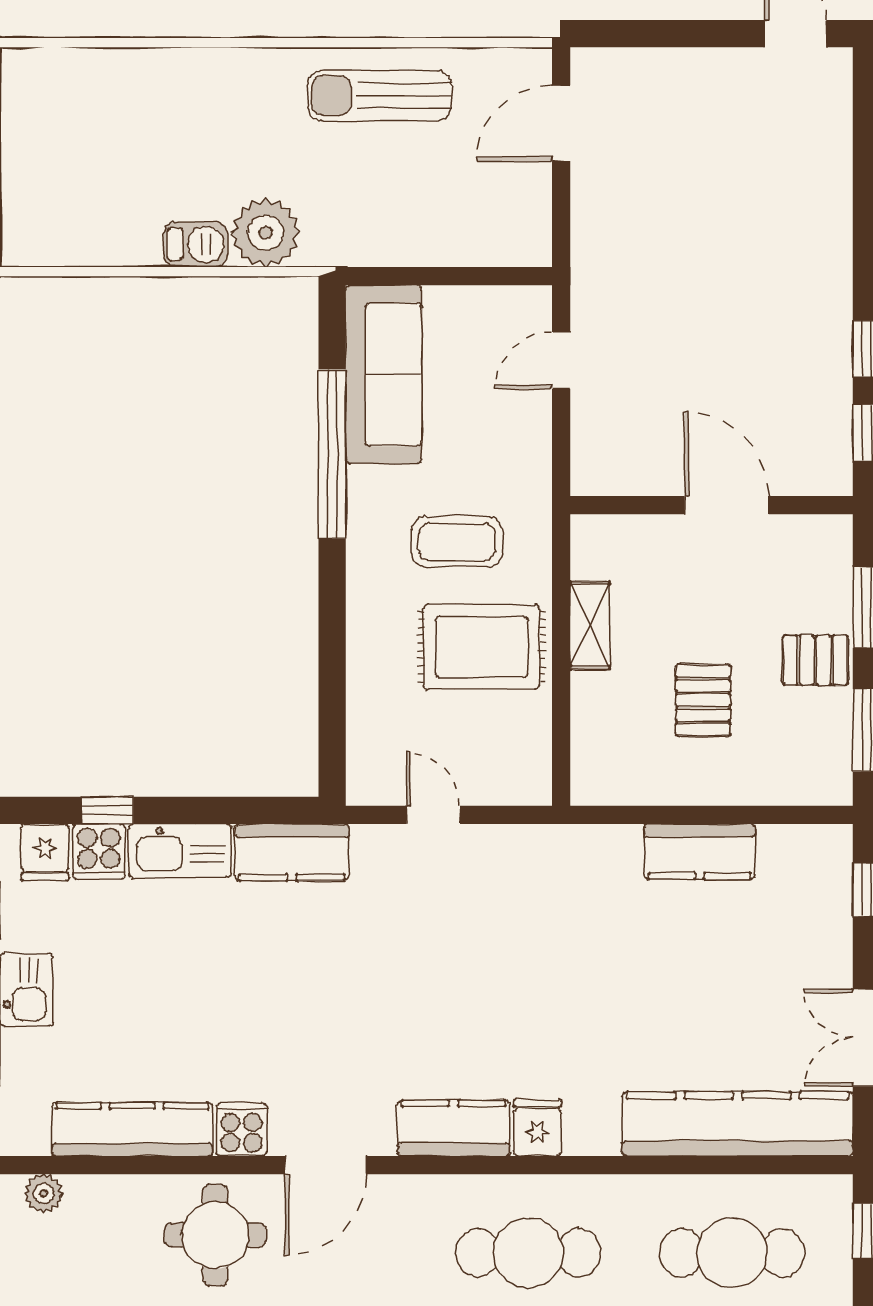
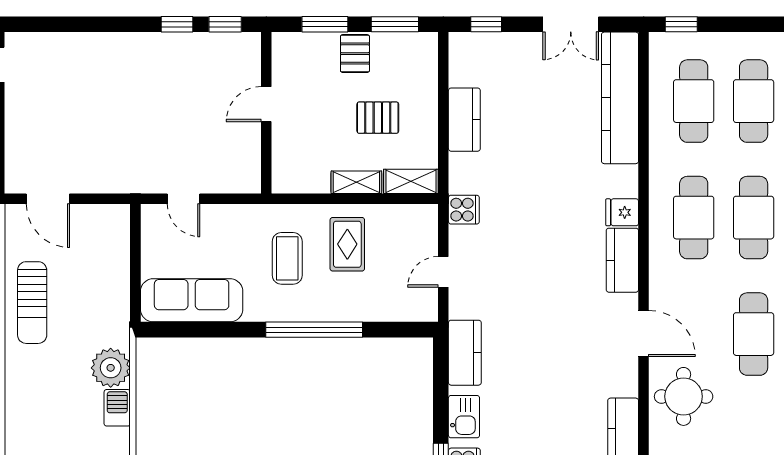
window: (332, 454) -> (314, 330), moved
door: (727, 505) -> (266, 104), width x0.73
shelving: (590, 625) -> (356, 182), moved
rug: (482, 647) -> (347, 244), width x0.73, depth x0.70
shelving: (592, 758) -> (411, 181), added
kitchen sink: (180, 851) -> (464, 417), width x0.73
cooker: (242, 1129) -> (464, 210), moved, turned 180

